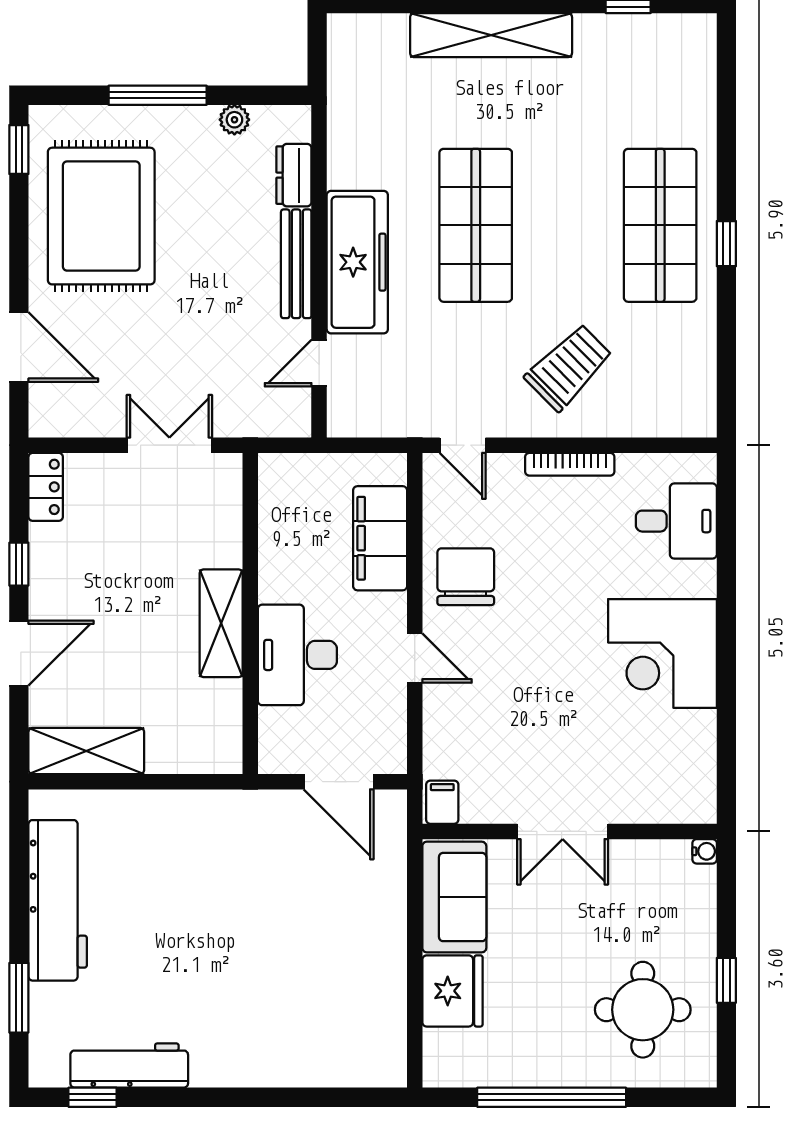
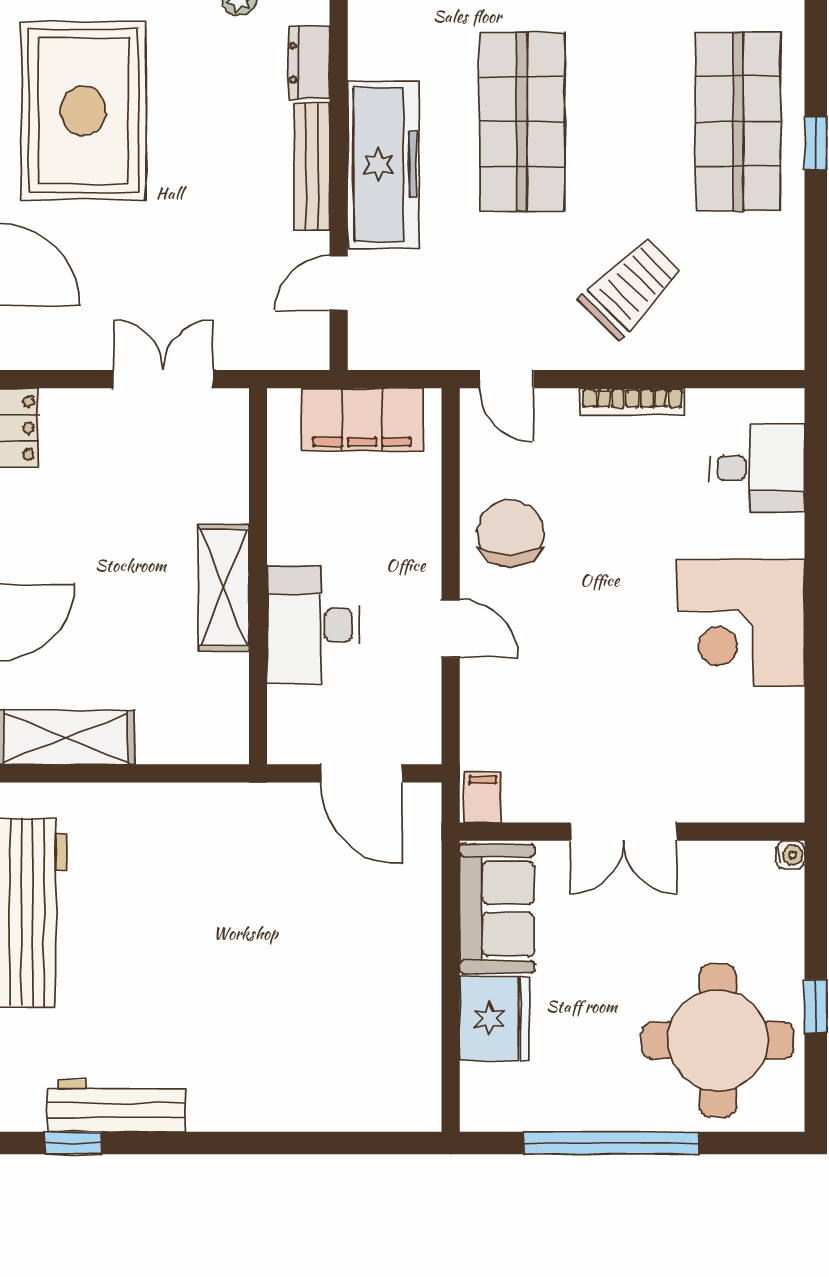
filing cabinet: (380, 538) -> (362, 420), moved, turned -90
round table: (643, 1010) -> (718, 1040), width x1.36, depth x1.36

